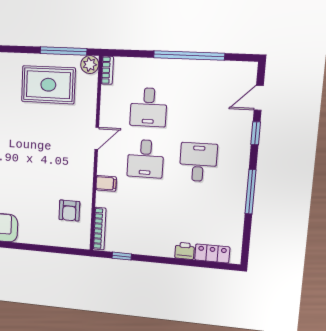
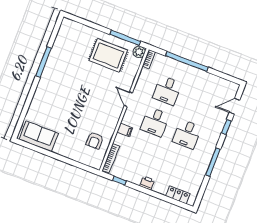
window: (189, 55) -> (187, 62), moved
door: (97, 138) -> (128, 99), swing flipped
desk: (198, 162) -> (187, 134), turned 180
printer: (185, 251) -> (147, 183), moved

